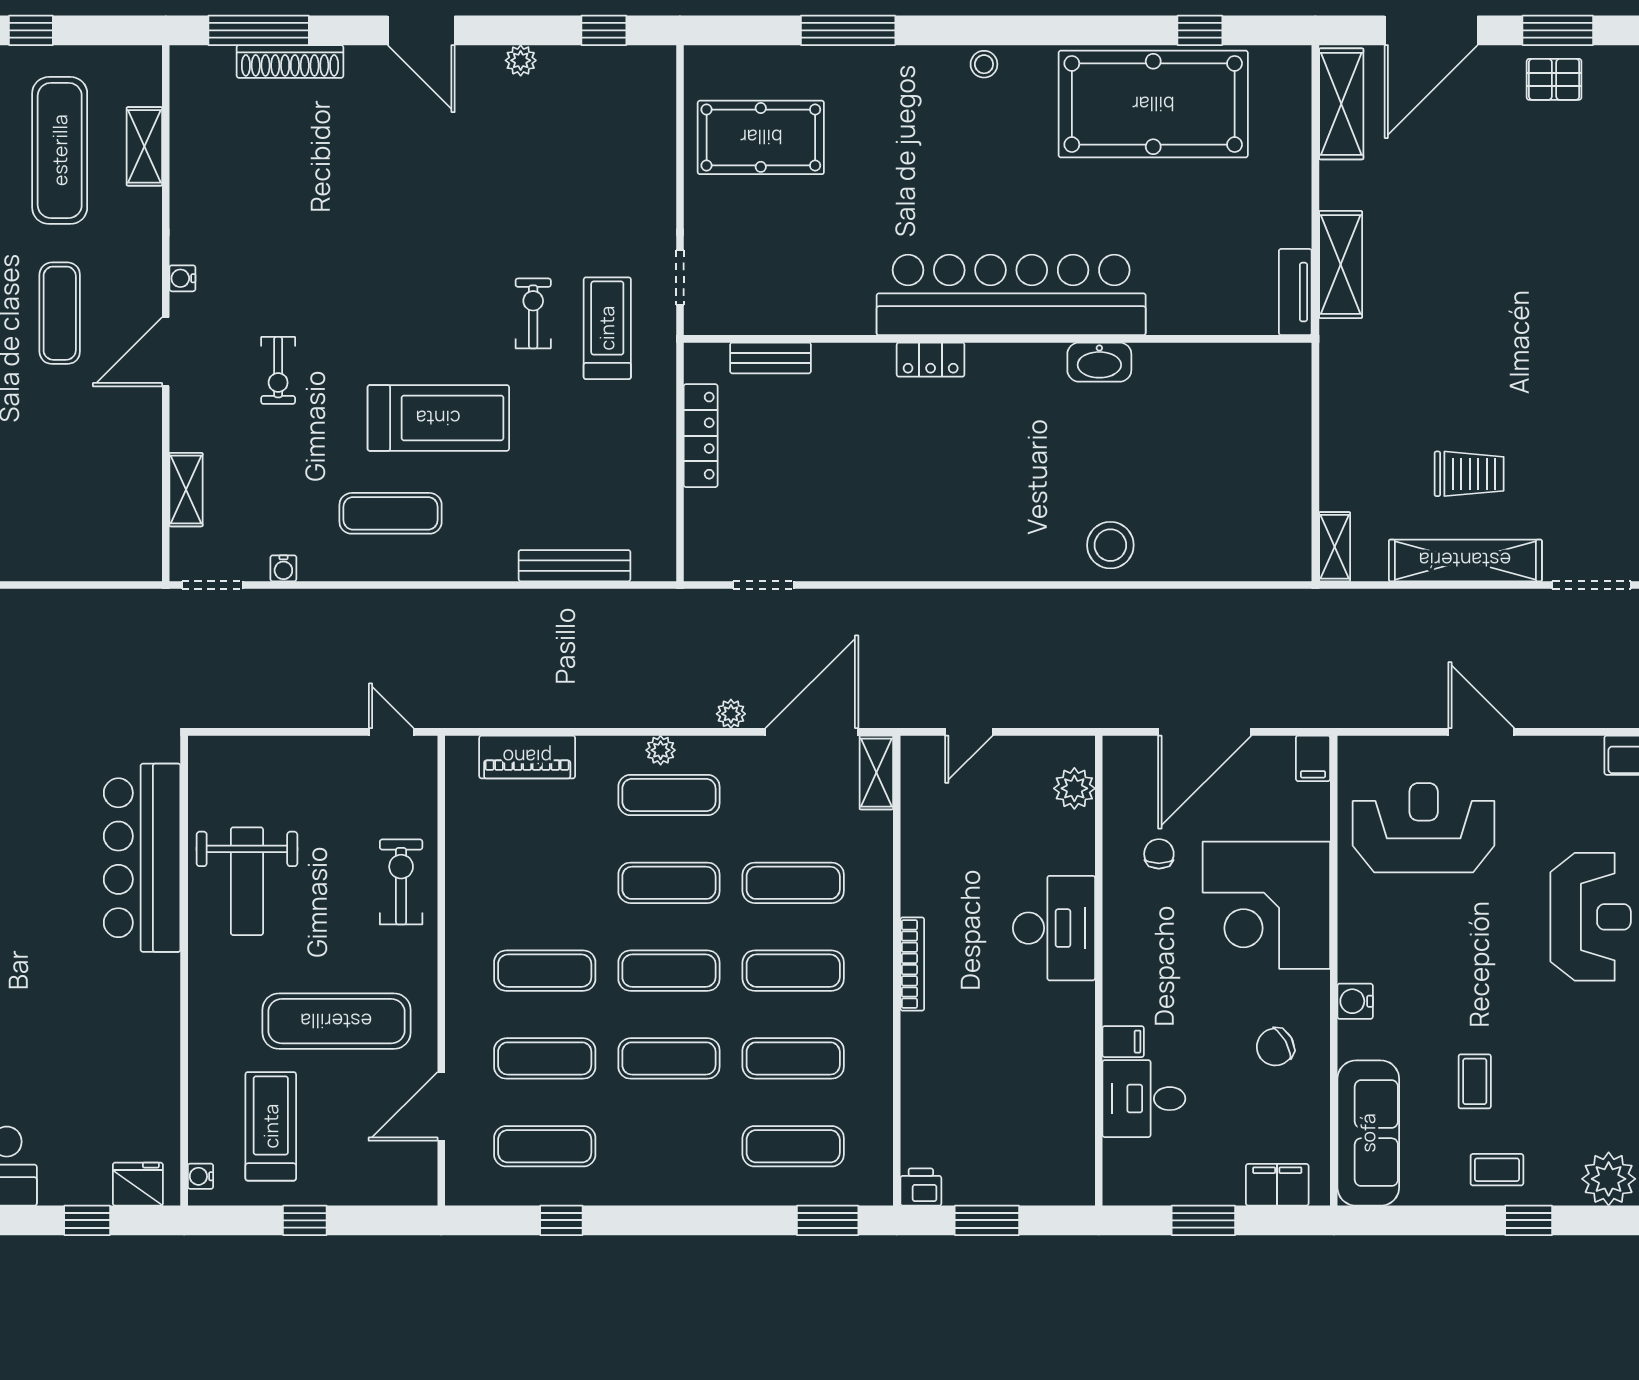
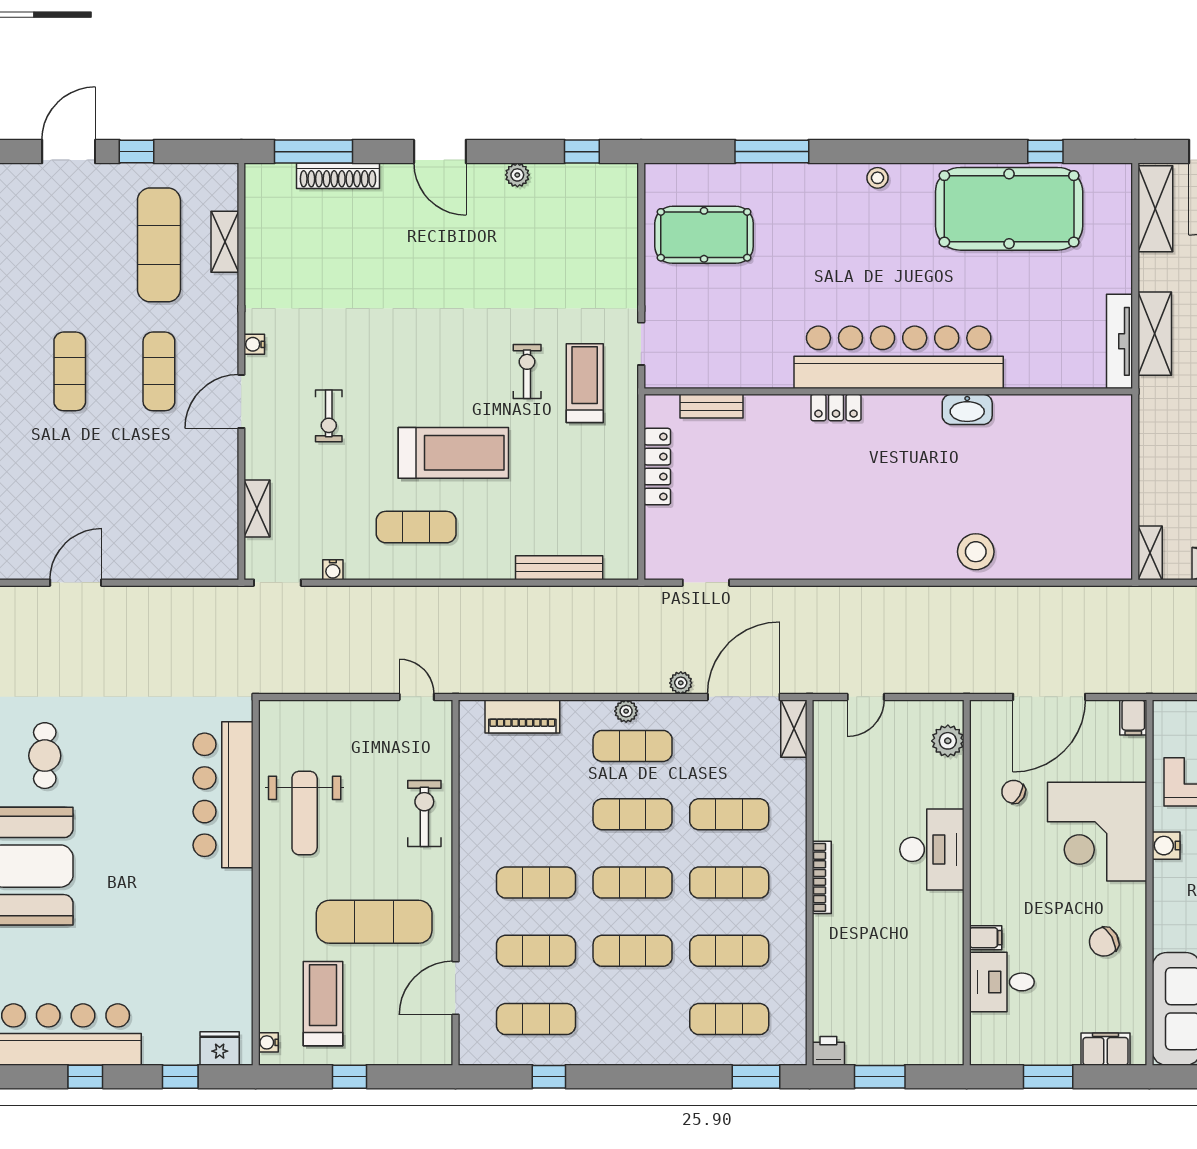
tv unit: (1295, 292) -> (1119, 341), width x1.41
chair: (1159, 854) -> (1014, 792), turned -61
water cooler: (1355, 1001) -> (1166, 846), moved

